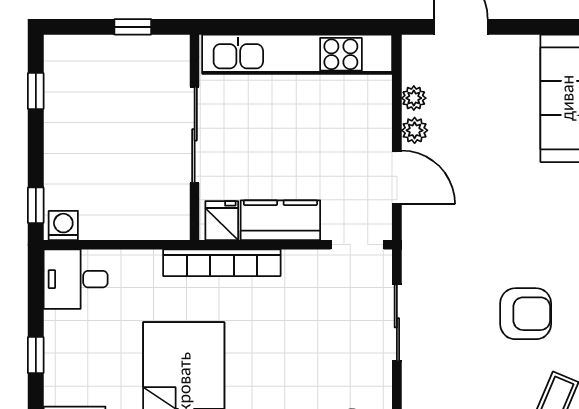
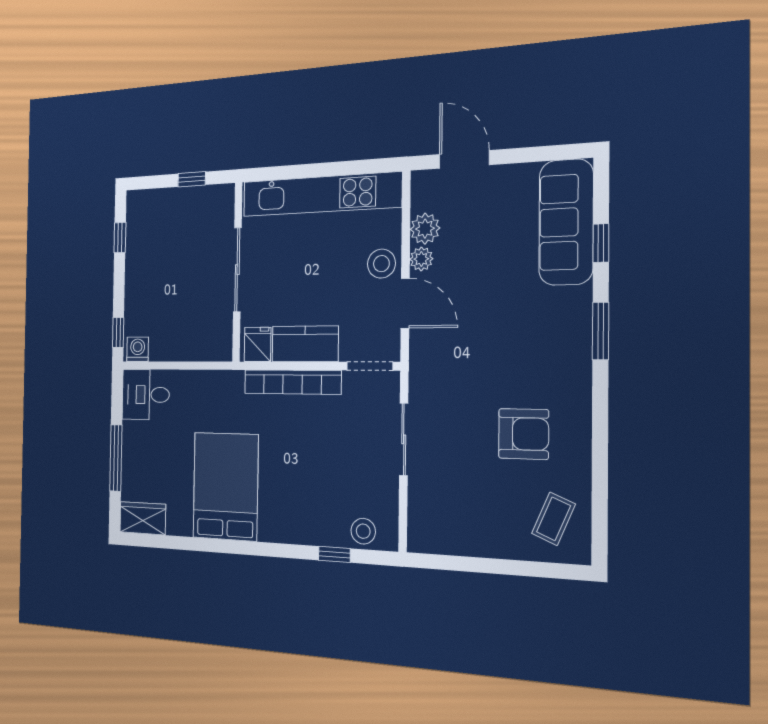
plant: (414, 98) -> (425, 229), width x1.38, depth x1.38
stool: (369, 134) -> (381, 264), added
bookcase: (222, 263) -> (292, 382), moved
window: (36, 355) -> (116, 458), width x2.17

